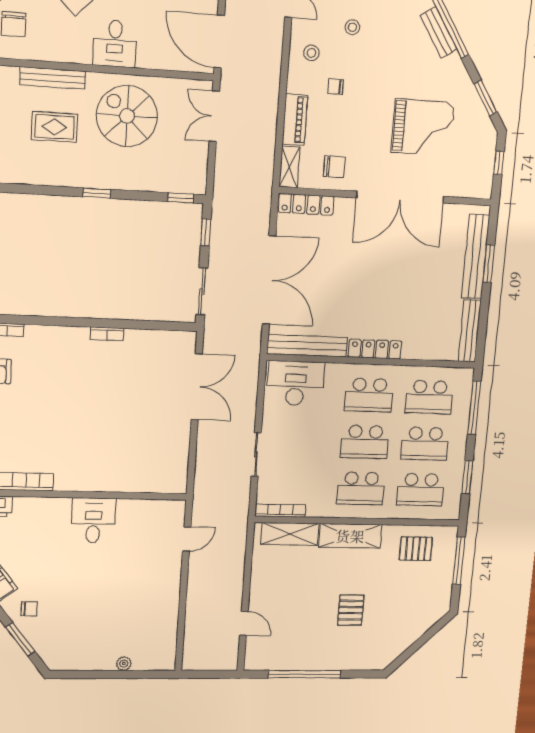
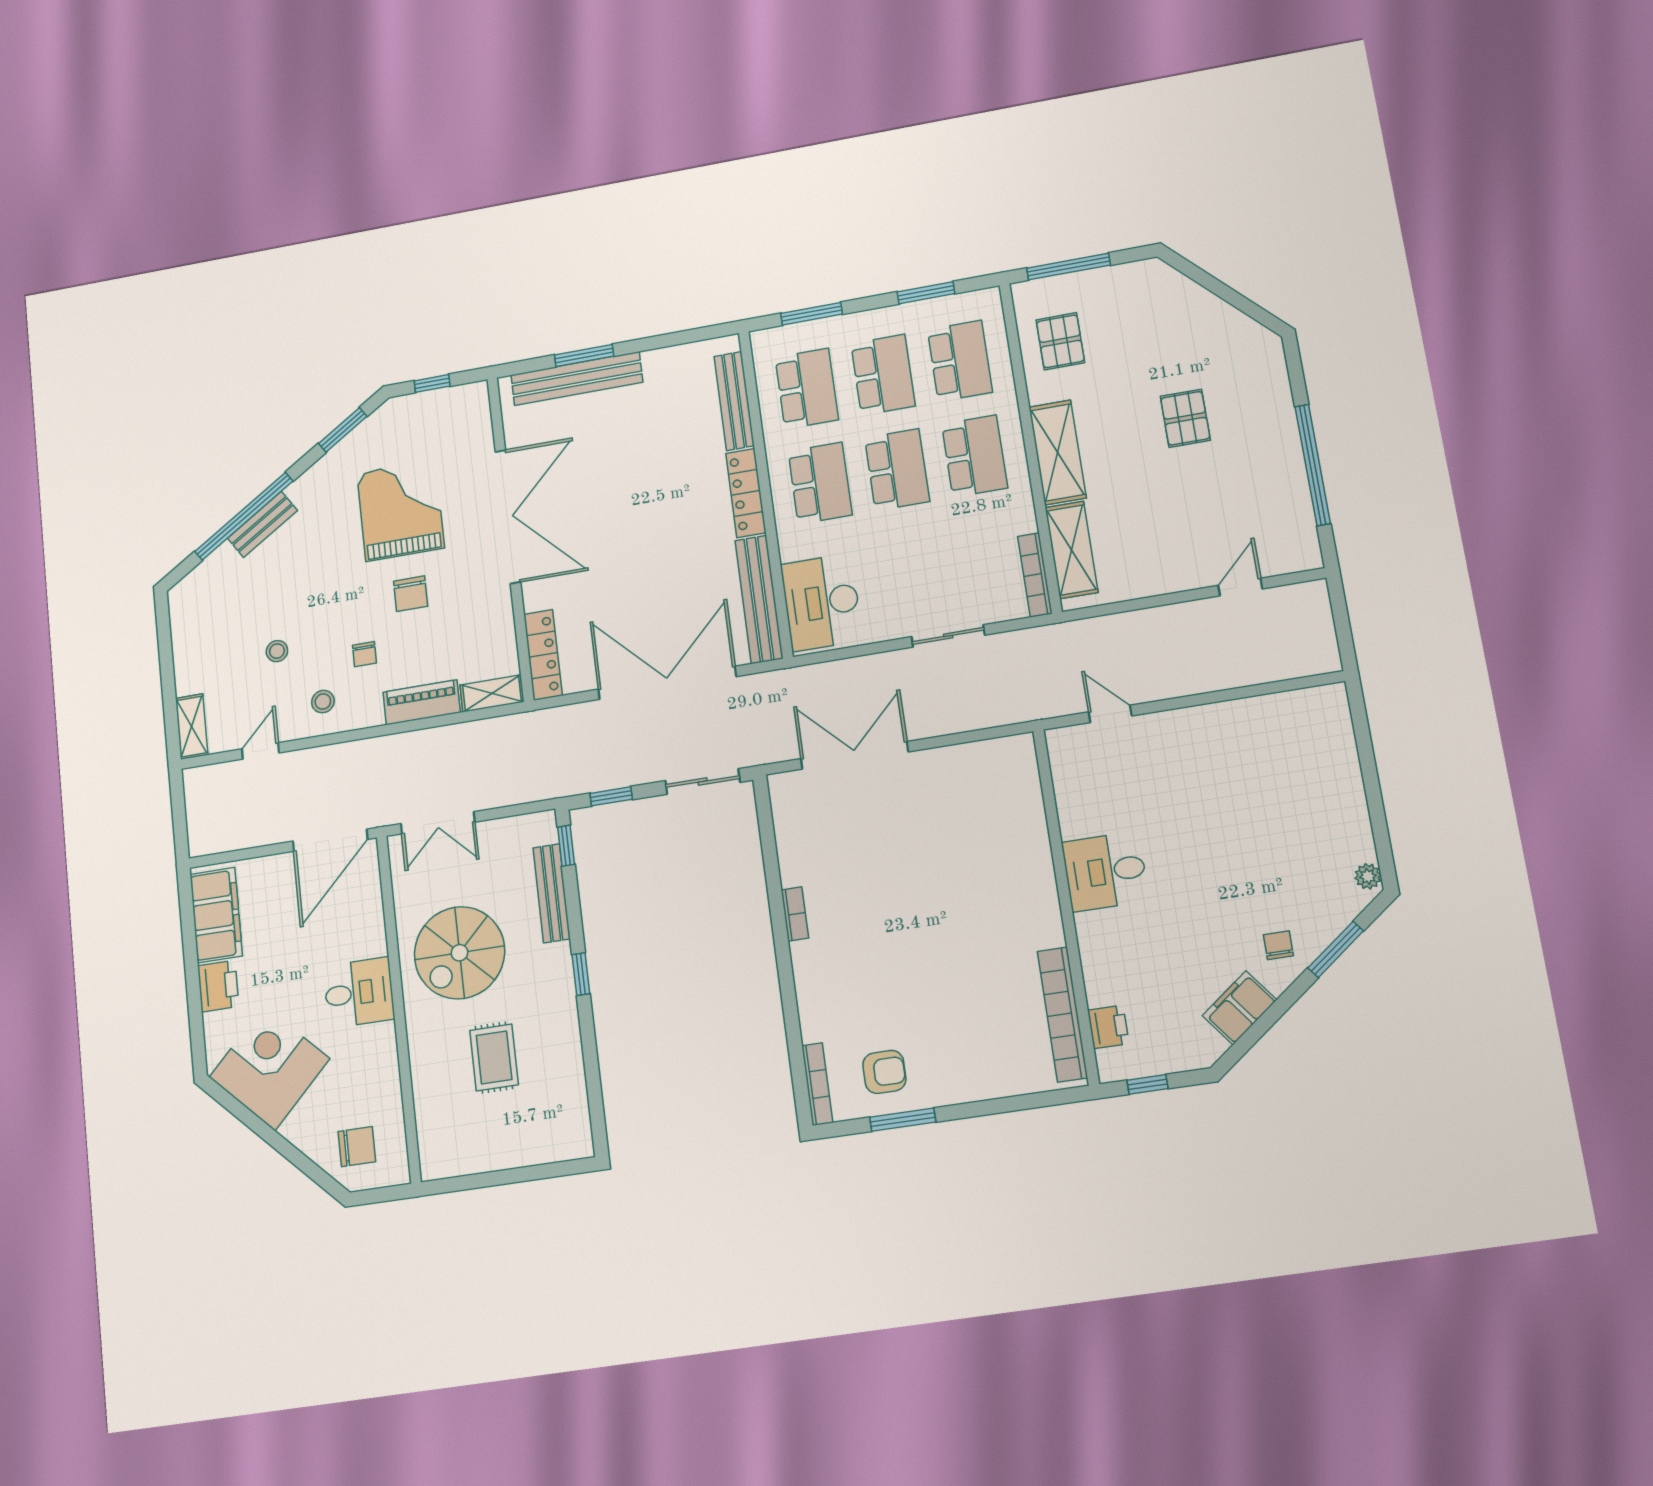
bench: (53, 78) -> (552, 893), moved
chair: (334, 167) -> (410, 594), moved, turned 180
bench: (470, 331) -> (734, 401), moved, turned 90
window: (474, 408) -> (812, 314), width x0.69
pallet: (351, 610) -> (1185, 418), turned 90
plant: (124, 664) -> (1368, 876), moved

